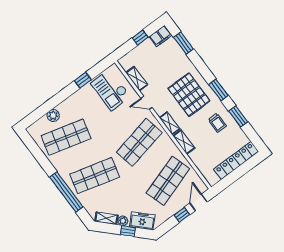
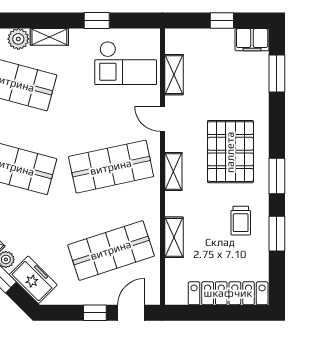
checkout: (111, 90) -> (126, 63), turned -90
shelving: (67, 104) -> (49, 37), added
shelving: (184, 142) -> (174, 237), moved

